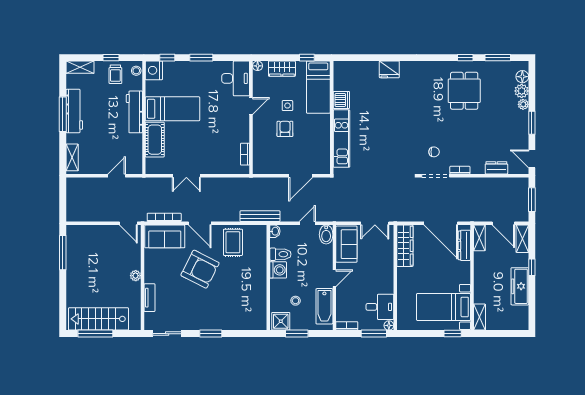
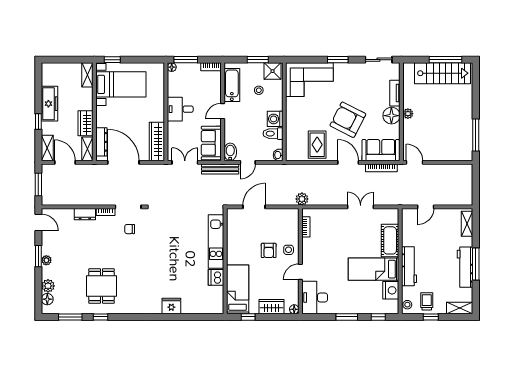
nightstand: (154, 70) -> (391, 290), moved
plant: (523, 104) -> (46, 260), moved
side table: (287, 106) -> (289, 250), moved
dresser: (496, 168) -> (85, 214), moved
plant: (249, 184) -> (302, 199), added
bench: (260, 216) -> (220, 169), moved
wardrobe: (481, 265) -> (85, 123), added
floor lamp: (153, 274) -> (391, 116), added
desk: (380, 307) -> (180, 109), moved
corner sofa: (241, 312) -> (309, 80), added

